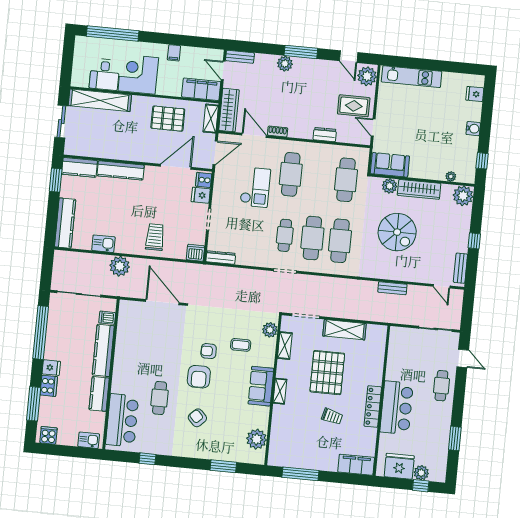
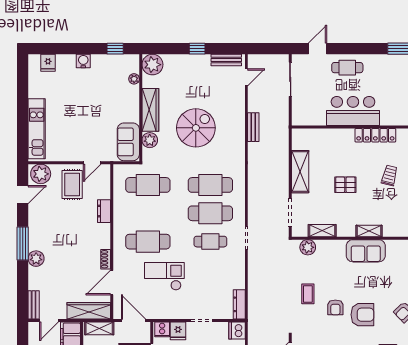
coffee table: (241, 345) -> (308, 294), moved
pallet: (327, 373) -> (345, 185), width x0.49, depth x0.50
bar counter: (397, 408) -> (353, 111), moved

